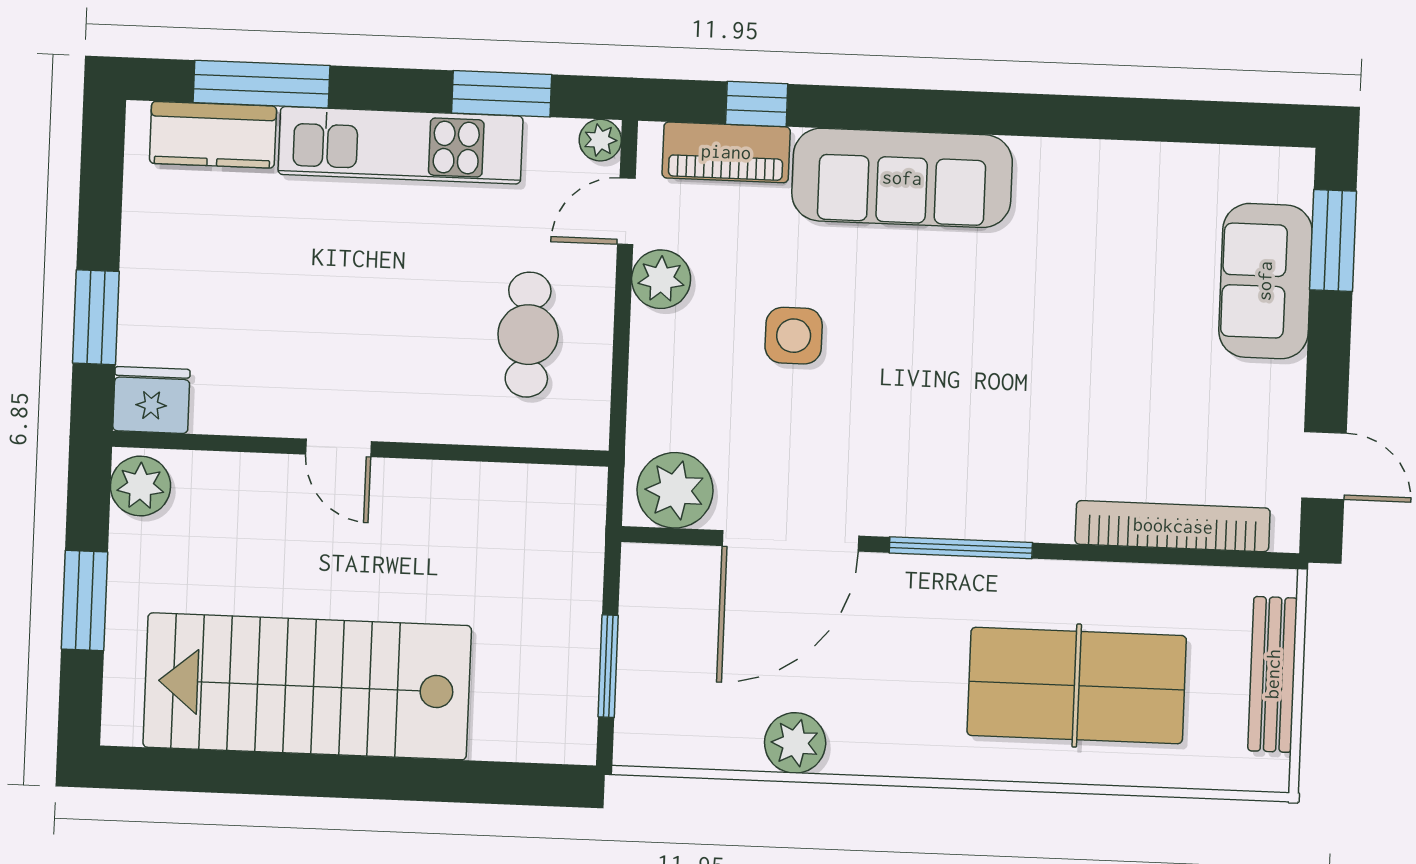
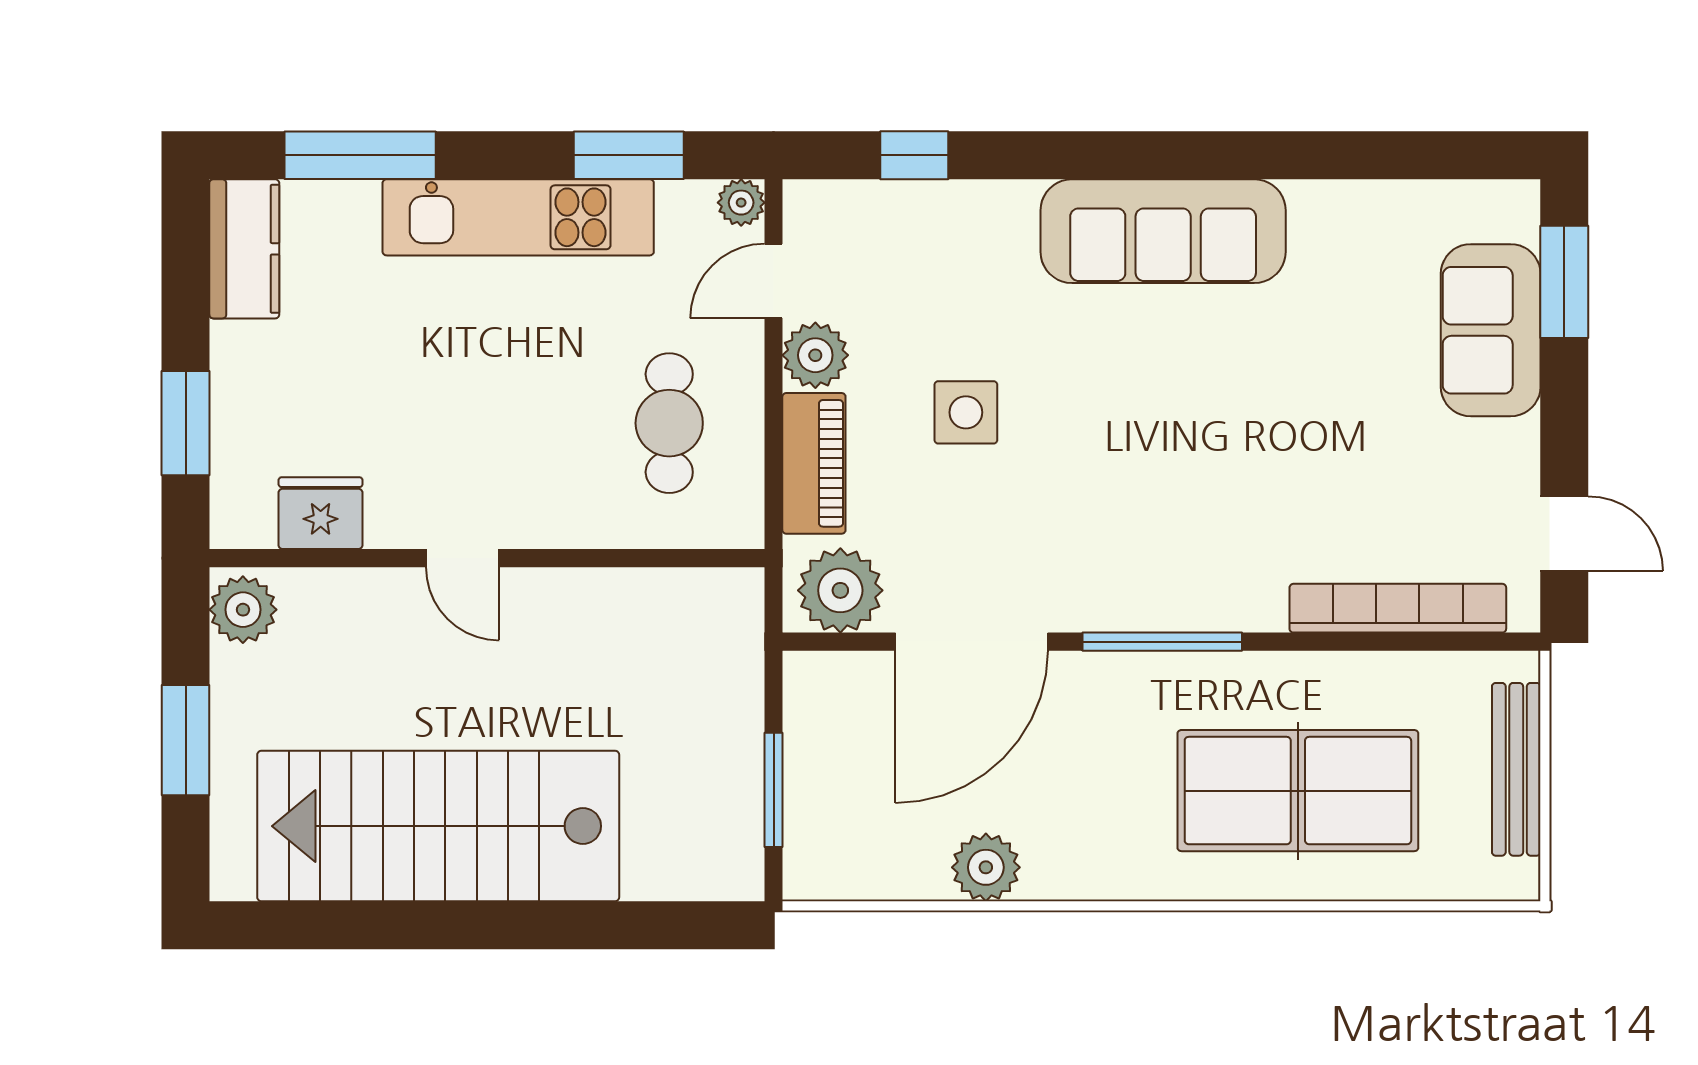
kitchen counter: (213, 135) -> (244, 249), moved, turned -90
piano: (726, 152) -> (814, 463), moved, turned -90
sofa: (902, 178) -> (1163, 231), moved
fridge: (151, 400) -> (321, 513), moved

